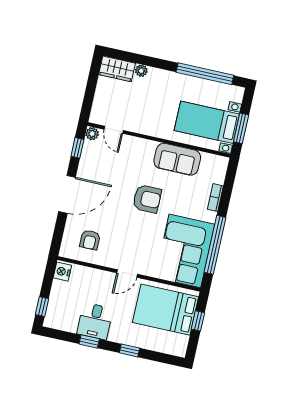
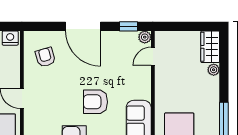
armchair: (147, 199) -> (96, 102), turned 90
armchair: (90, 240) -> (45, 57), turned 74

